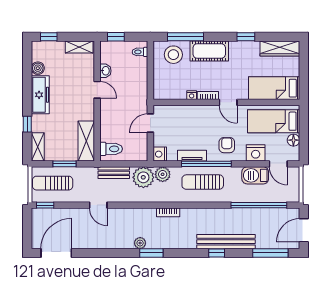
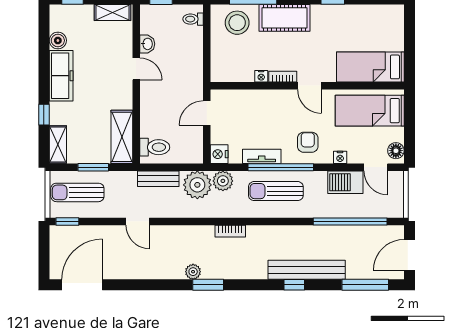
wardrobe: (280, 48) -> (378, 14), removed
floor lamp: (293, 140) -> (396, 151), moved
nightstand: (256, 153) -> (340, 157), width x0.53, depth x0.56

